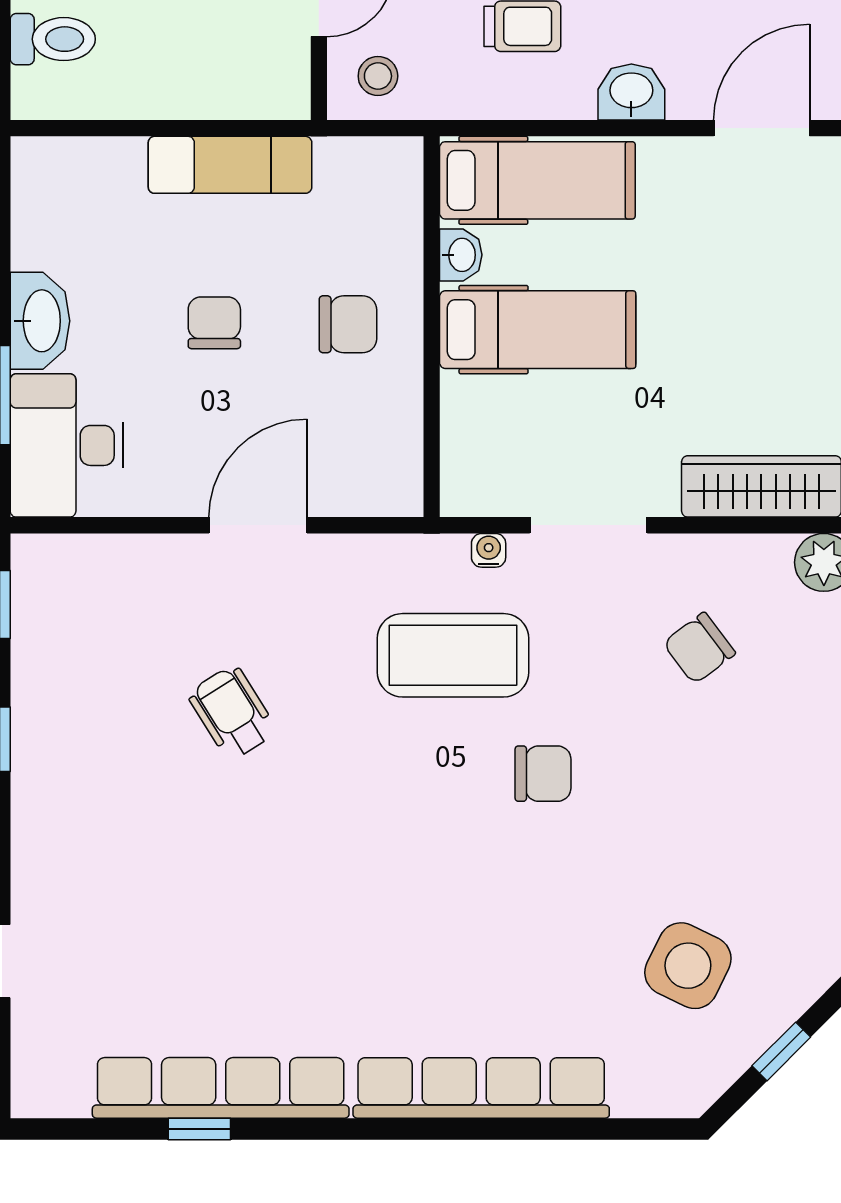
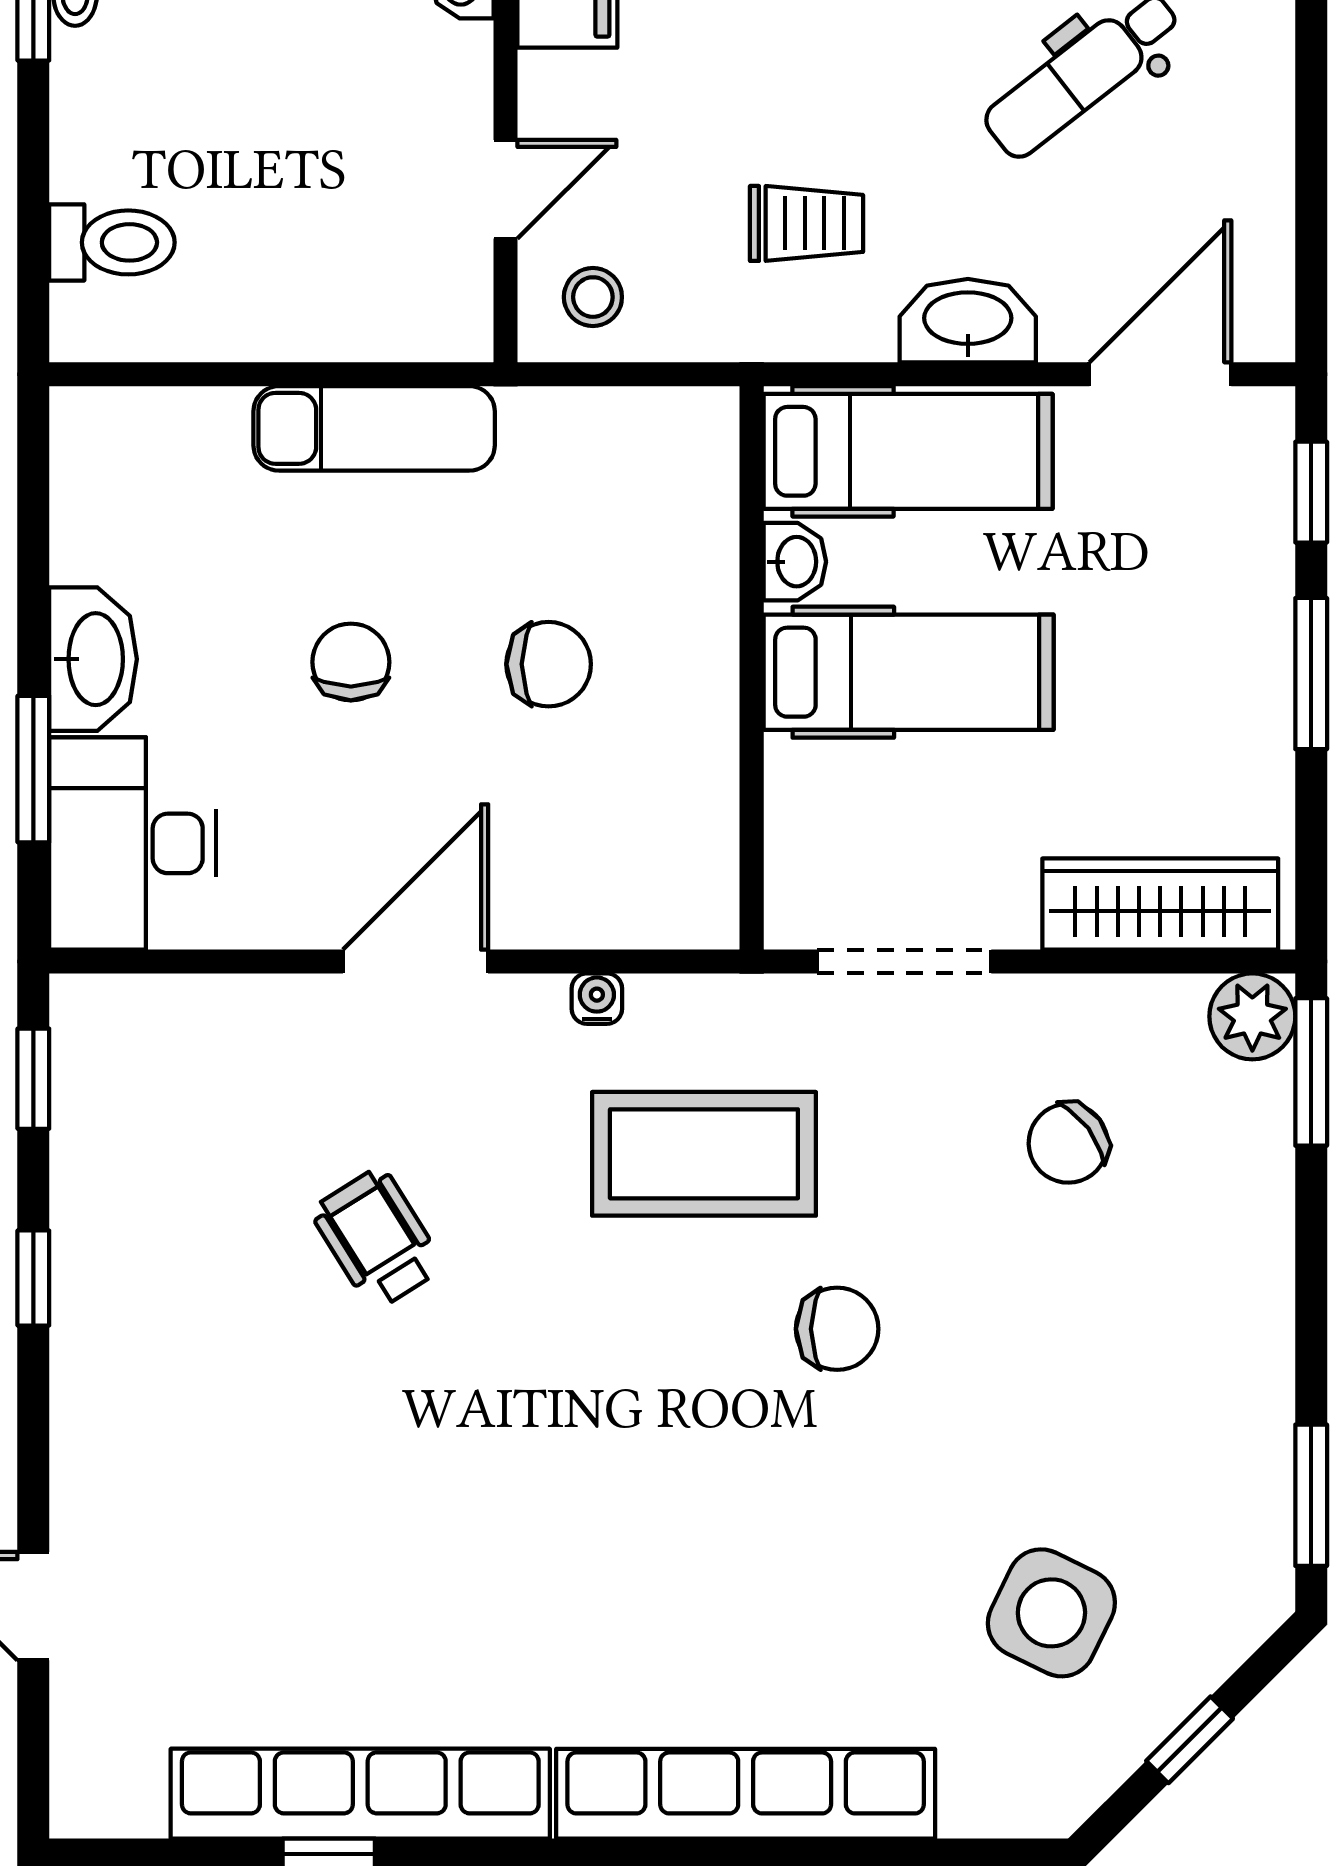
washbasin: (631, 92) -> (968, 321), width x1.38
hospital bed: (537, 180) -> (908, 451), moved
washbasin: (461, 255) -> (795, 562), moved
wall: (432, 327) -> (752, 668), moved
hospital bed: (538, 330) -> (909, 672), moved
water cooler: (489, 550) -> (597, 999), moved

